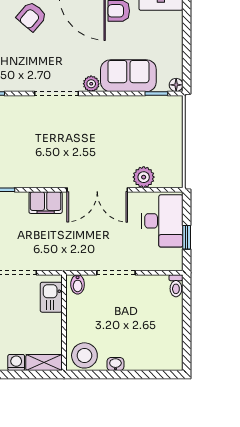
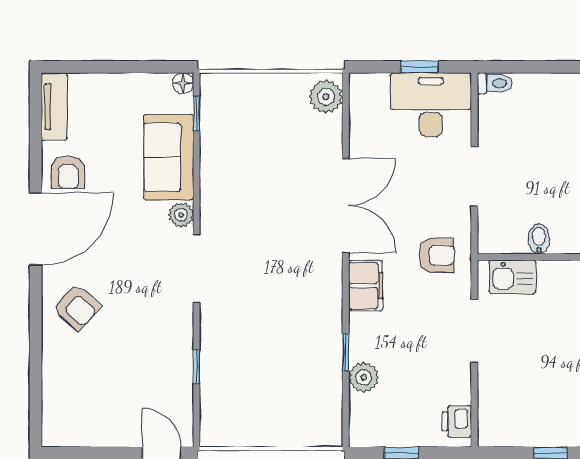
plant: (144, 177) -> (326, 97), moved
desk: (162, 221) -> (431, 105), moved
armchair: (65, 248) -> (437, 255), added
bidet: (78, 284) -> (539, 239), moved, turned -90

